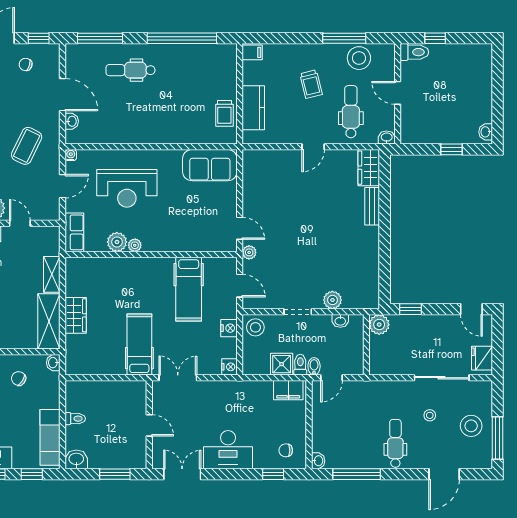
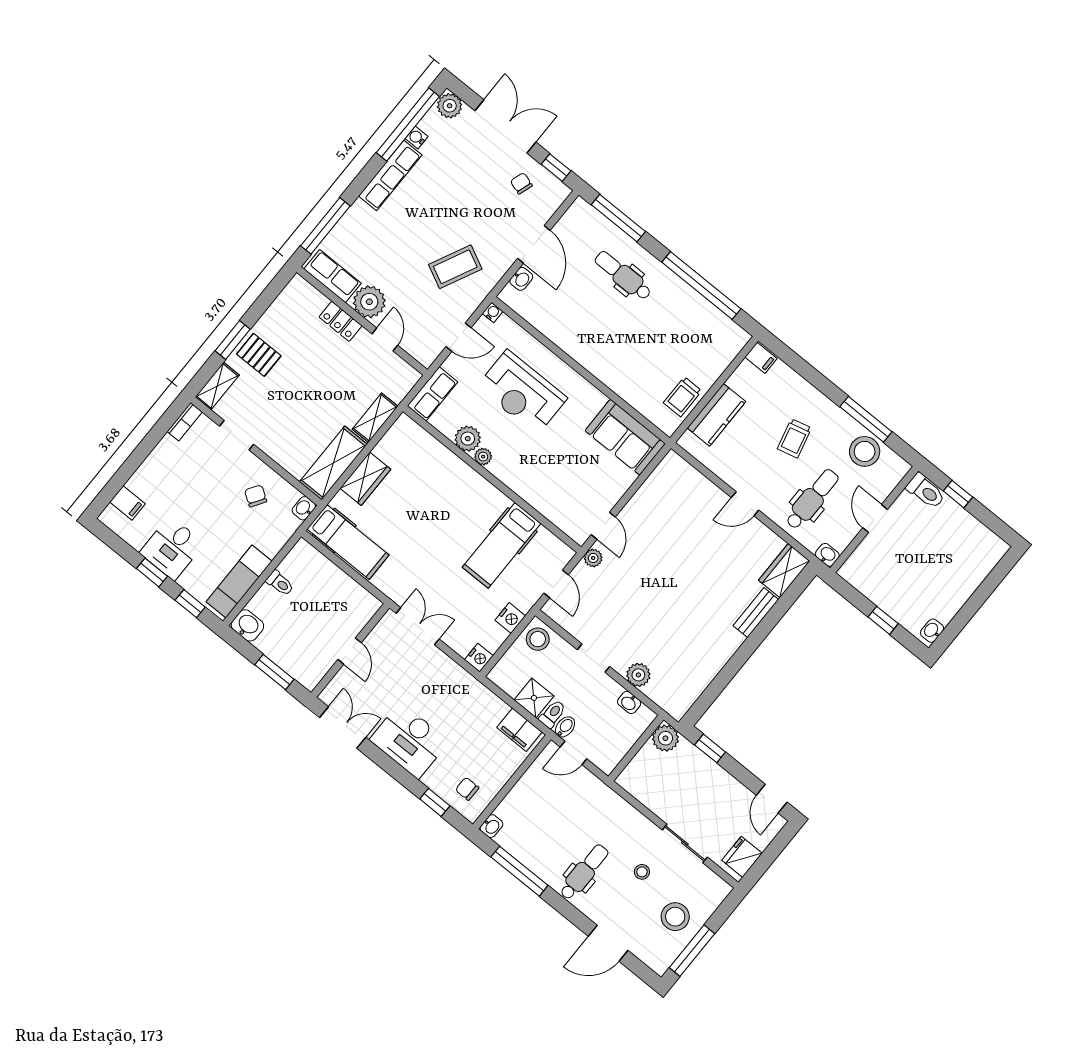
hospital bed: (139, 344) -> (348, 542), moved, turned 90
sliding door: (442, 378) -> (685, 843), width x0.73

